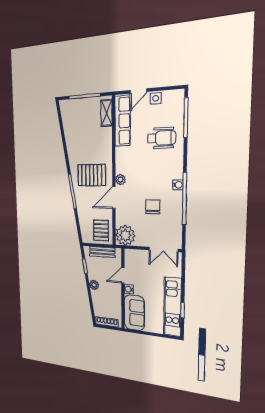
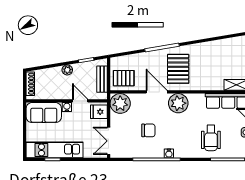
plant: (120, 180) -> (178, 103), width x1.87, depth x1.87
fridge: (134, 257) -> (99, 112), added

